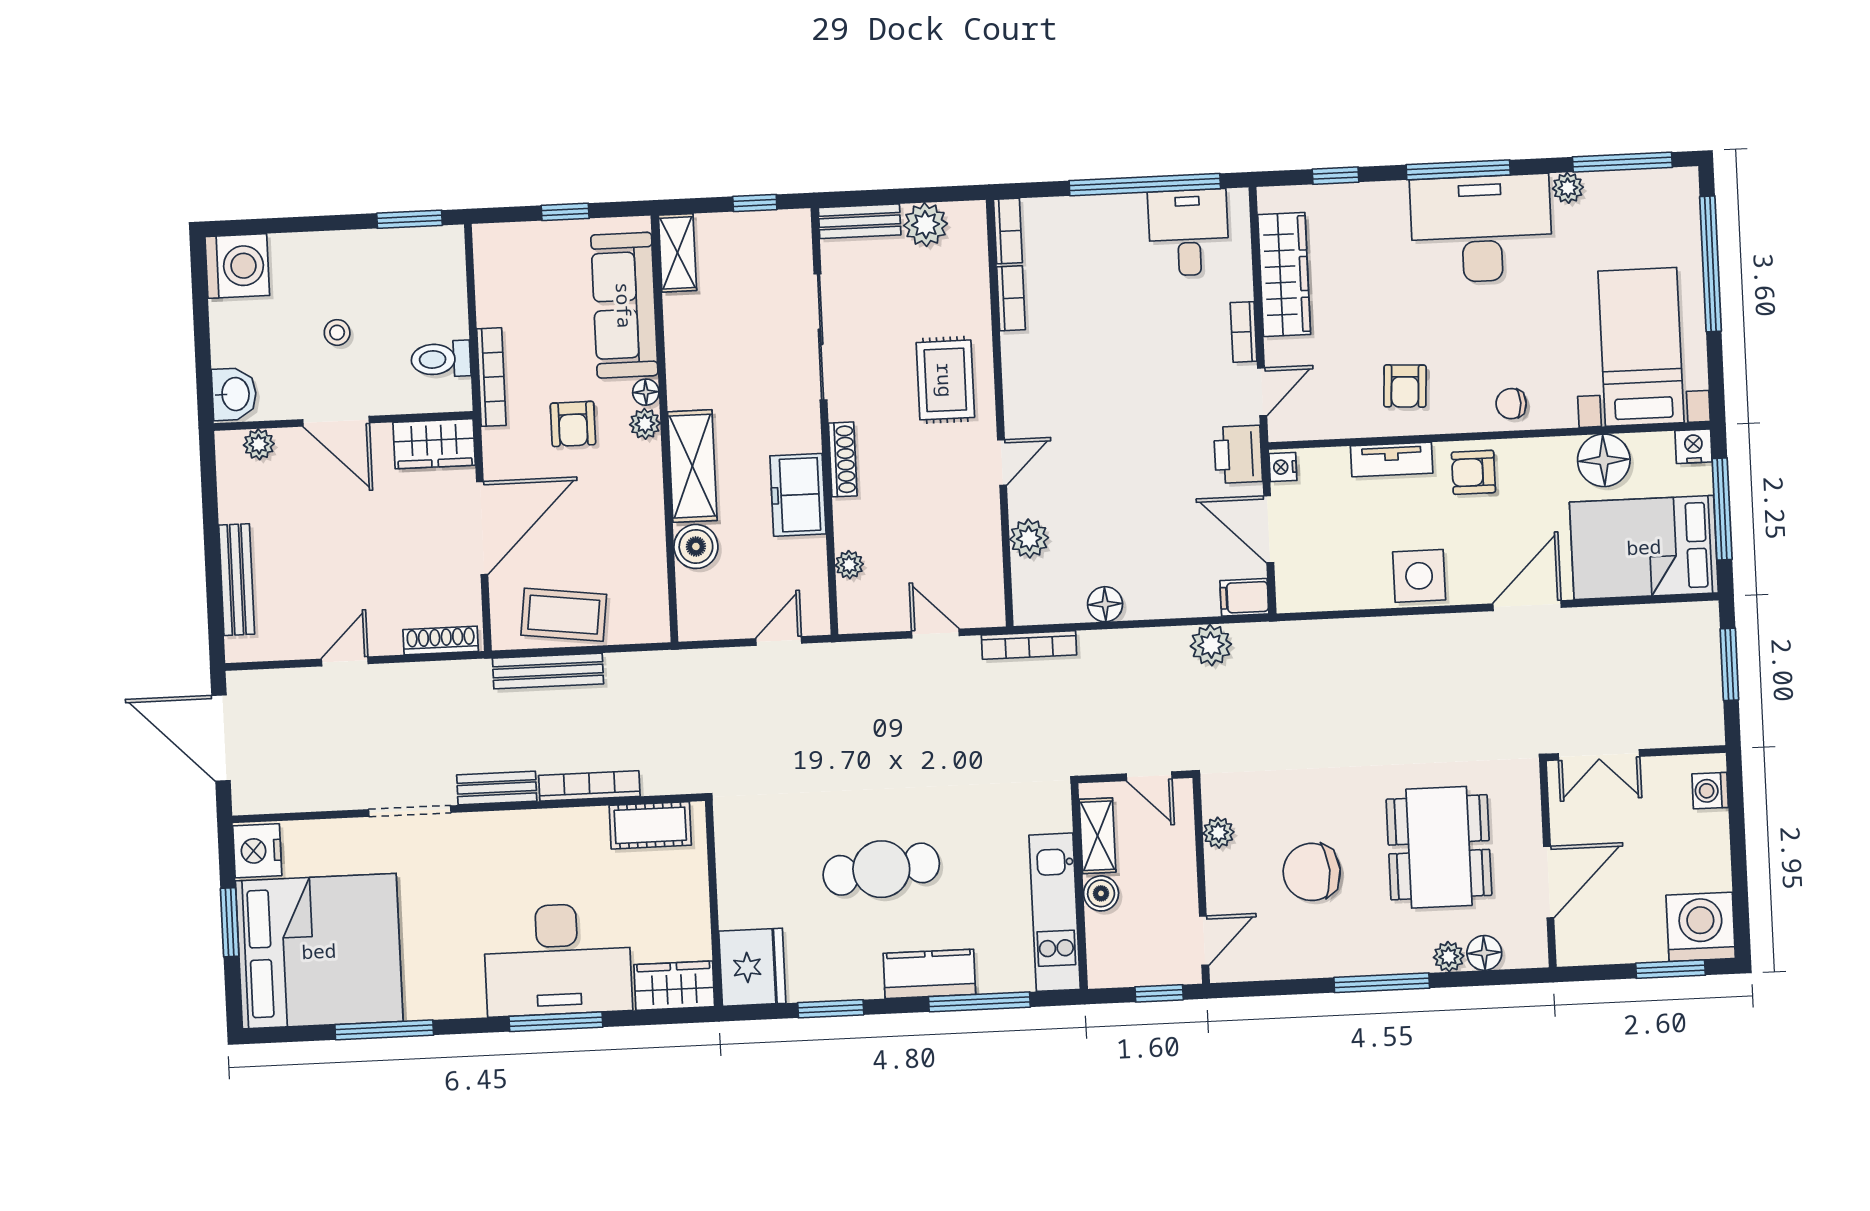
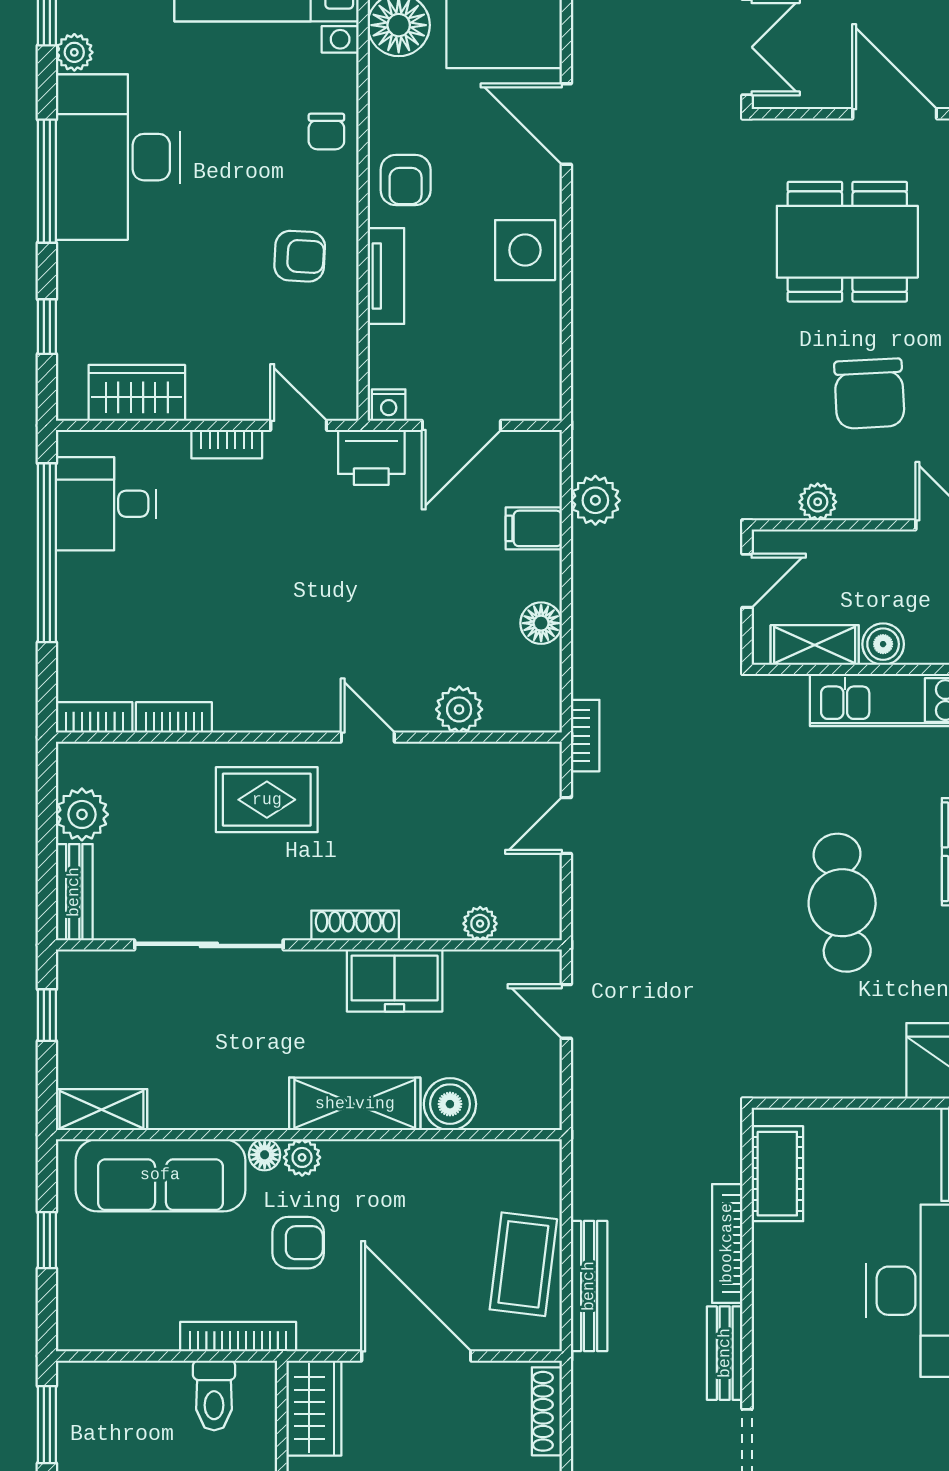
wardrobe: (1284, 274) -> (137, 393), width x0.67
filing cabinet: (1244, 597) -> (534, 528), moved, turned 90
bookcase: (1029, 645) -> (585, 736), width x0.64

